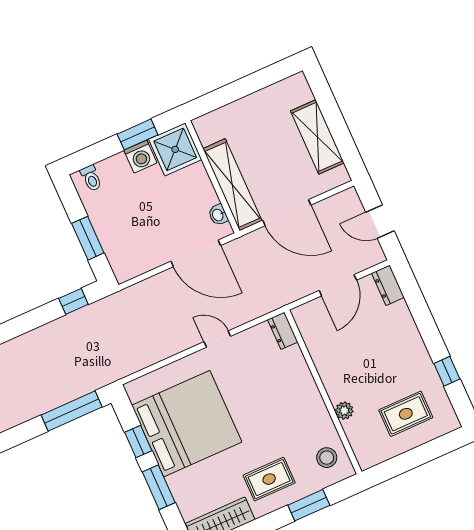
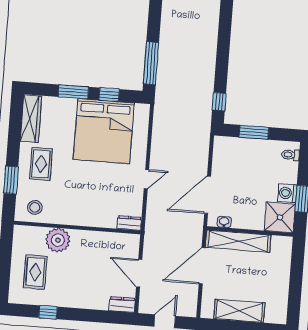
plant: (344, 411) -> (58, 240), width x1.87, depth x1.87

